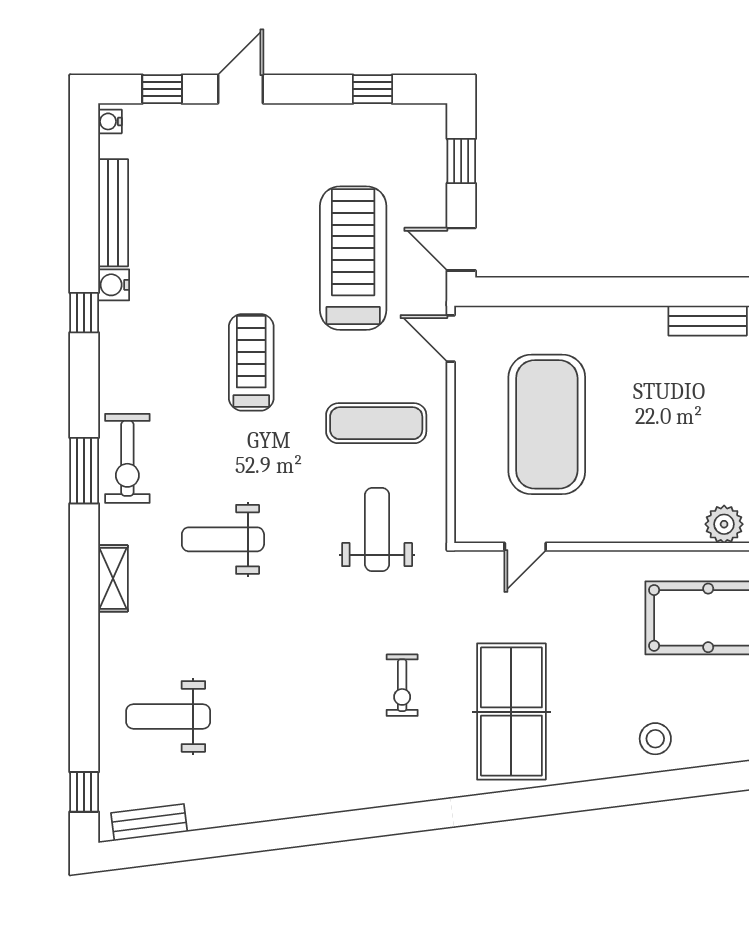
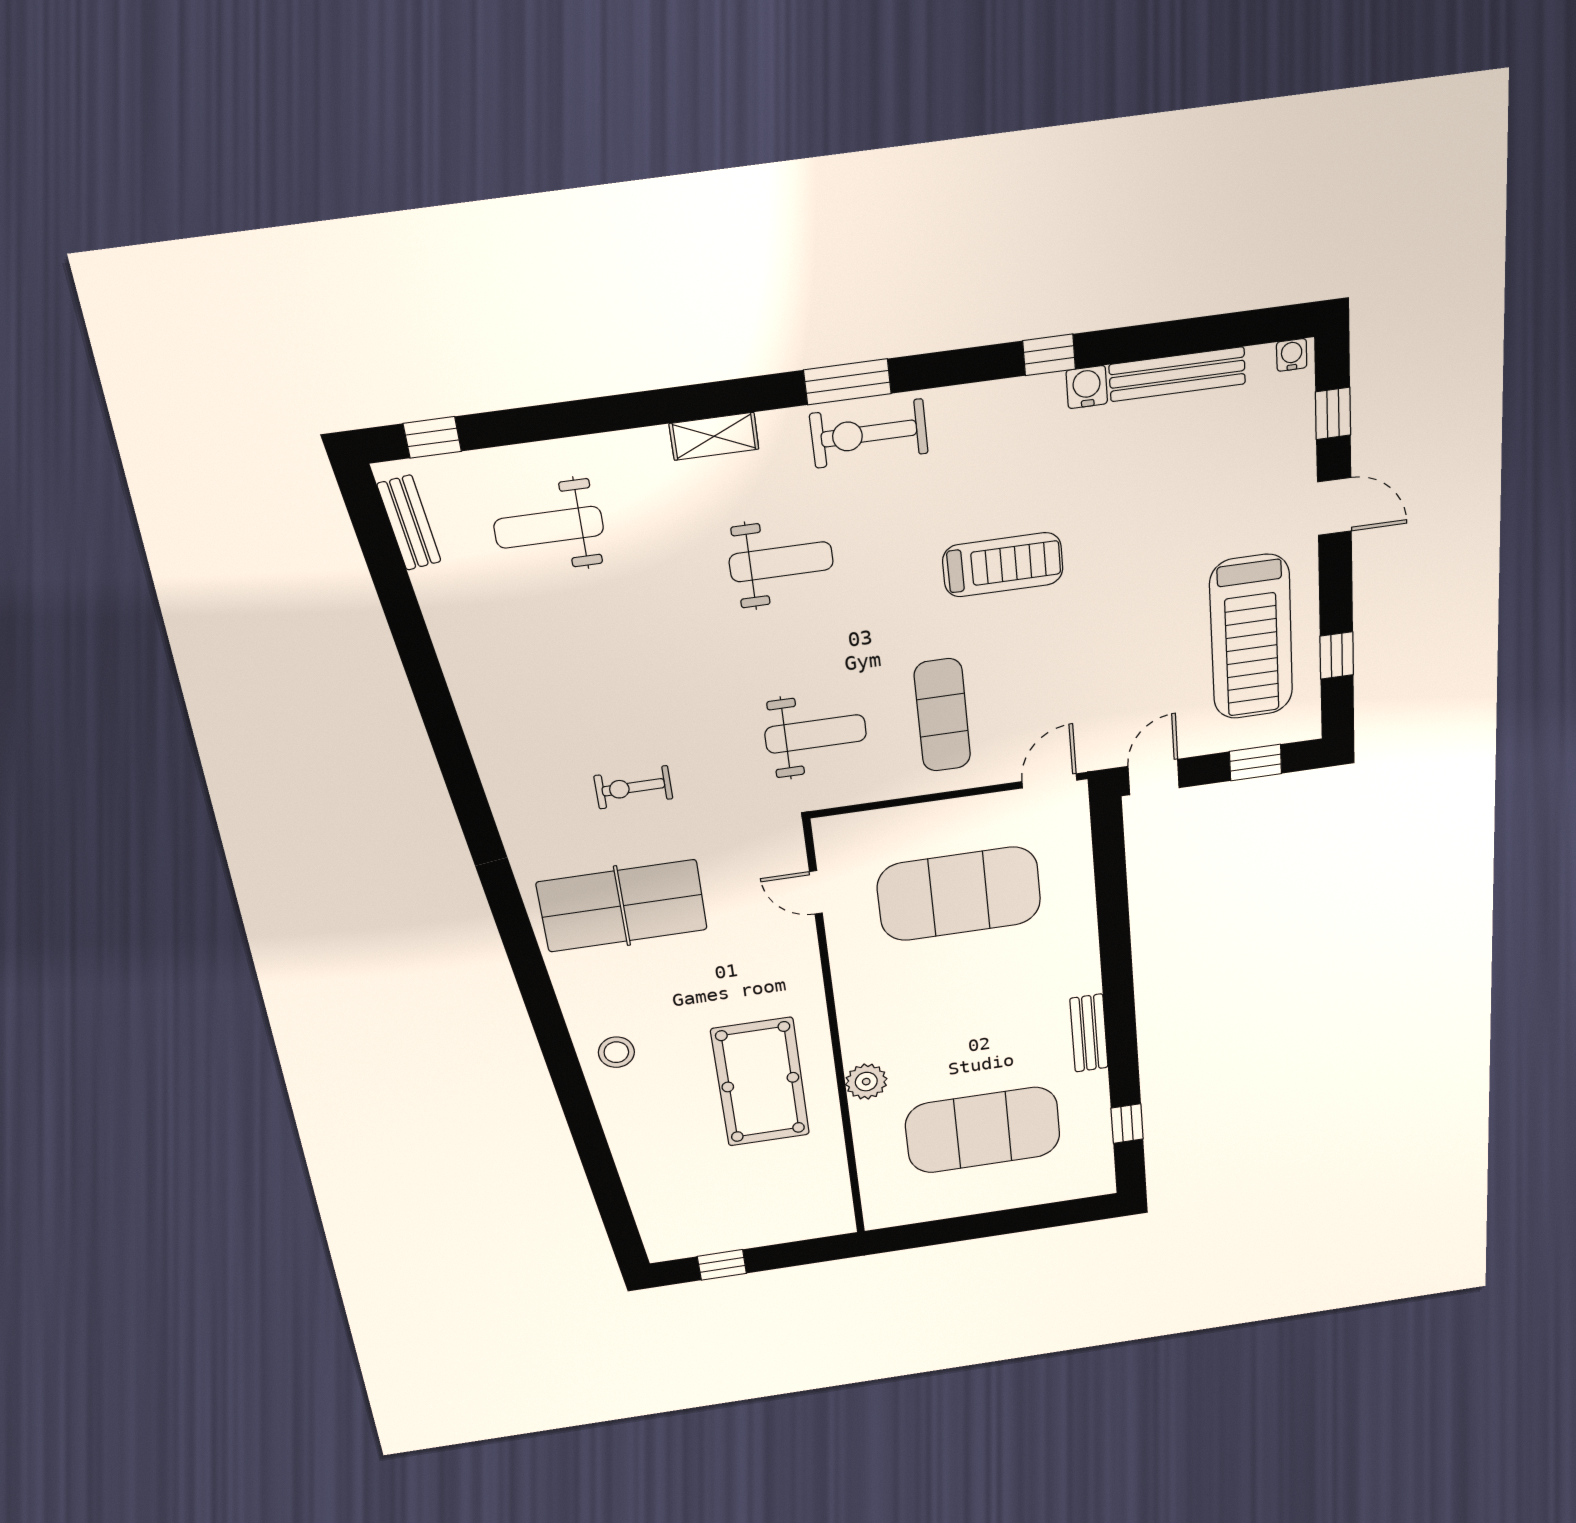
treadmill: (353, 258) -> (1251, 637), moved, turned 90
weight bench: (223, 539) -> (781, 562), turned 90
weight bench: (168, 716) -> (549, 527), turned -90

